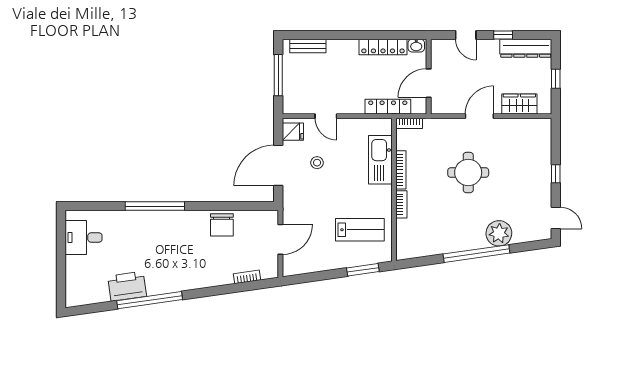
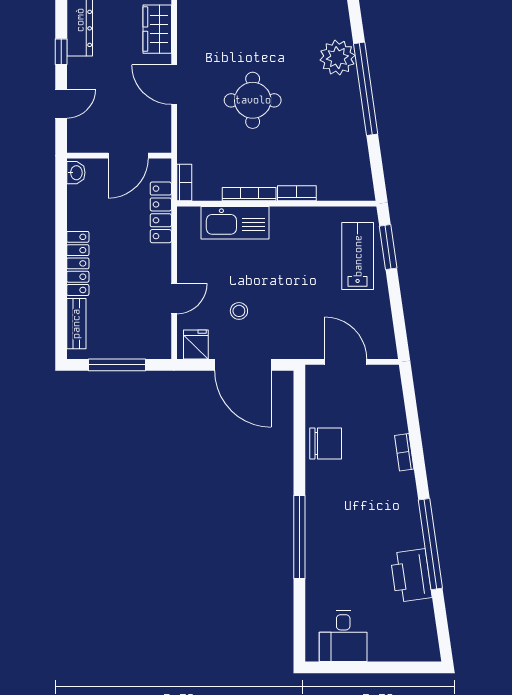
locker: (383, 47) -> (78, 263), moved
door: (429, 83) -> (128, 156), hinge flipped
lab bench: (360, 230) -> (358, 256), moved
bookcase: (247, 277) -> (404, 452), moved

